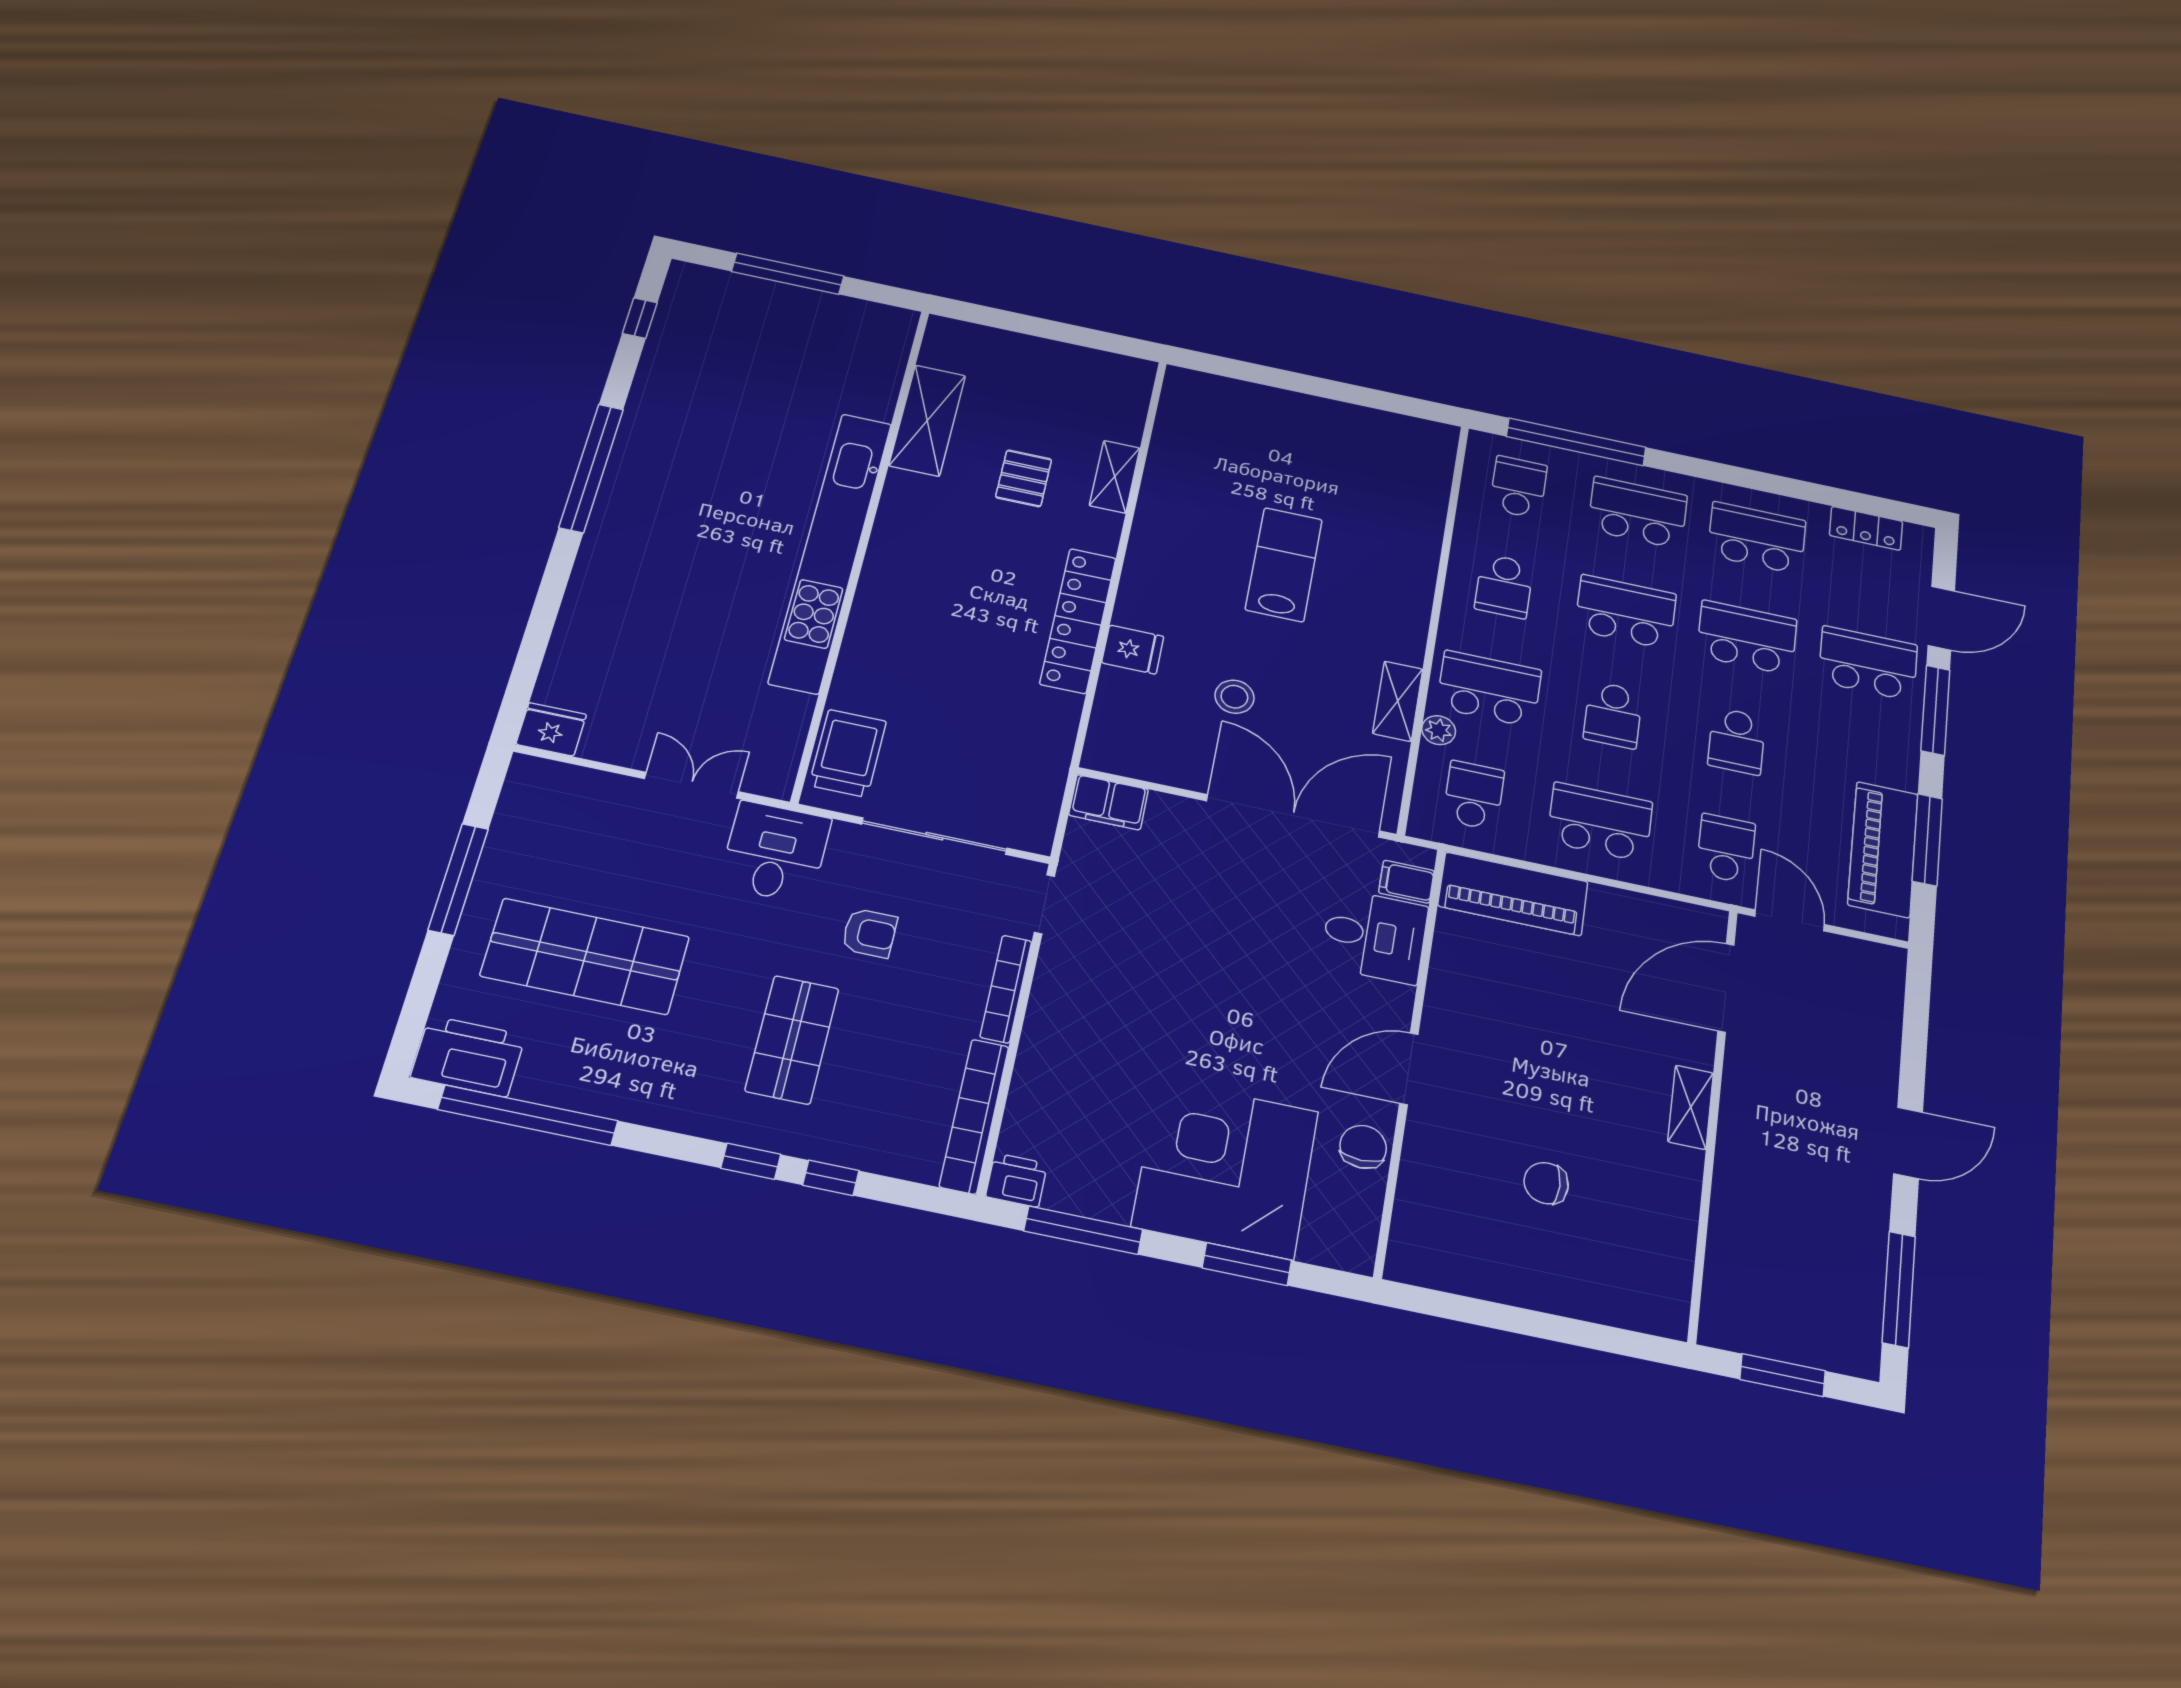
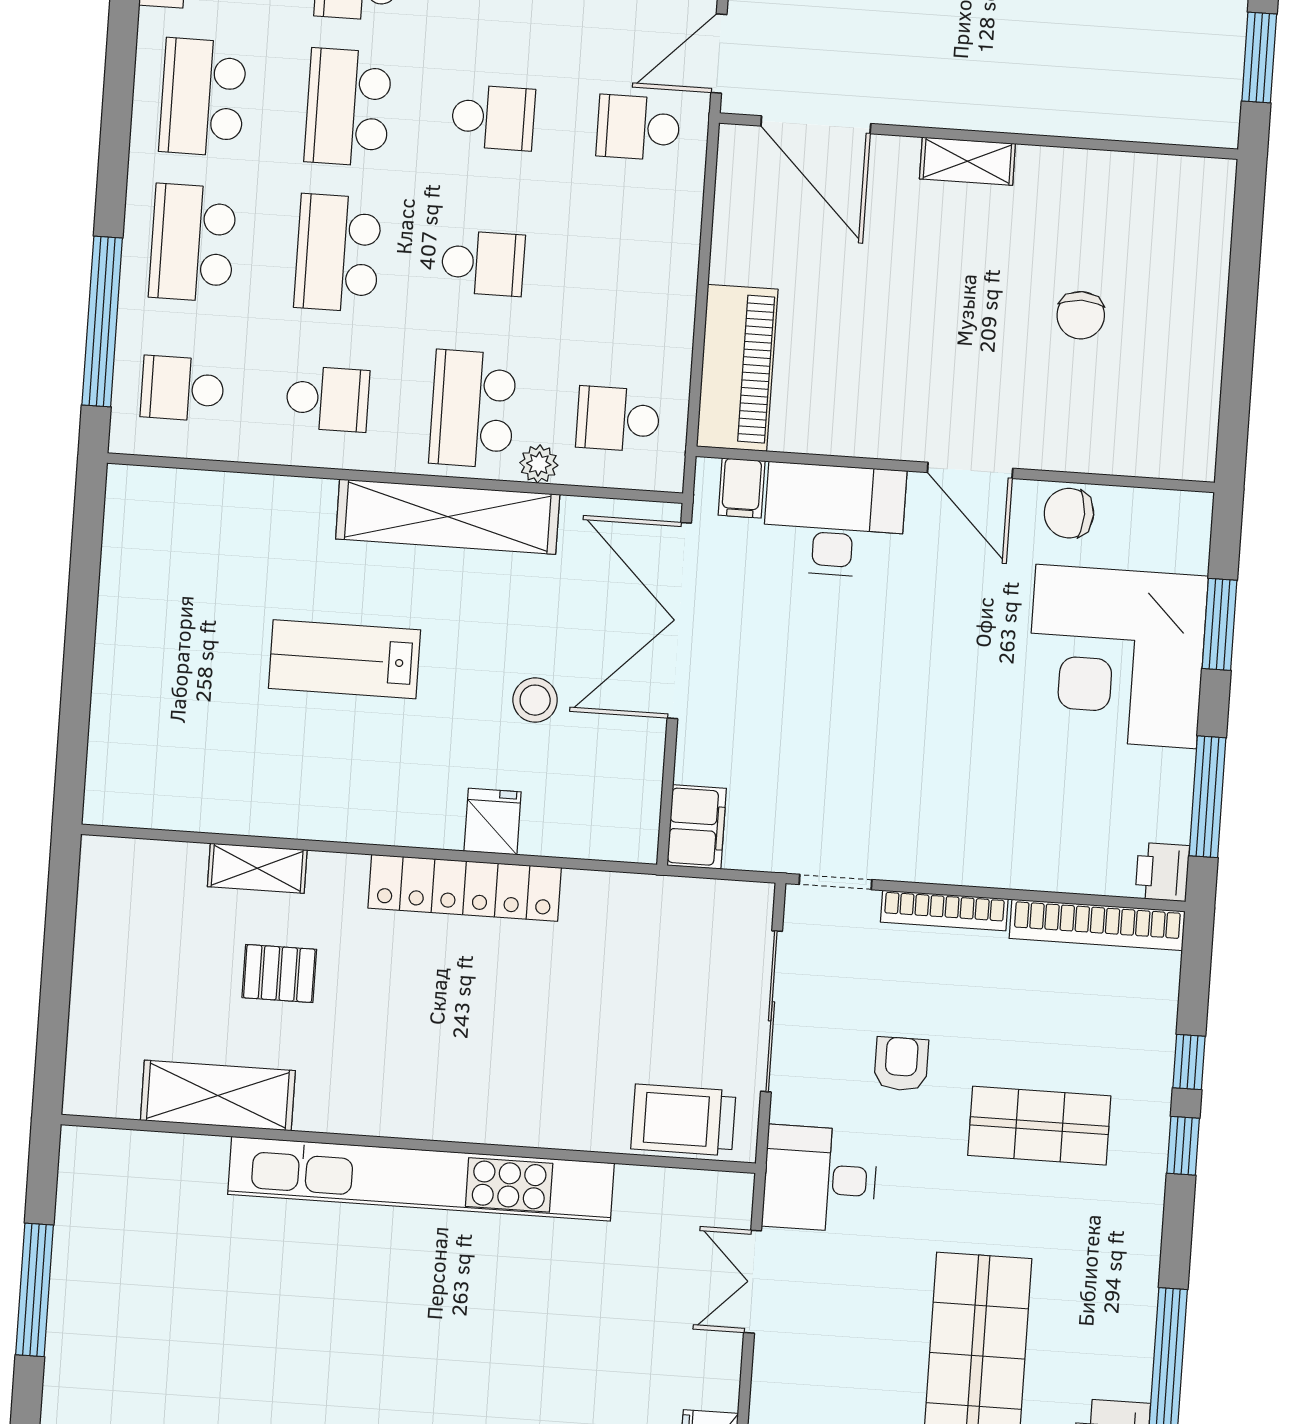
shelving: (1398, 701) -> (448, 517), width x2.20, depth x1.33
school desk: (1600, 822) -> (628, 273), removed
desk: (1374, 936) -> (834, 520), width x1.37

